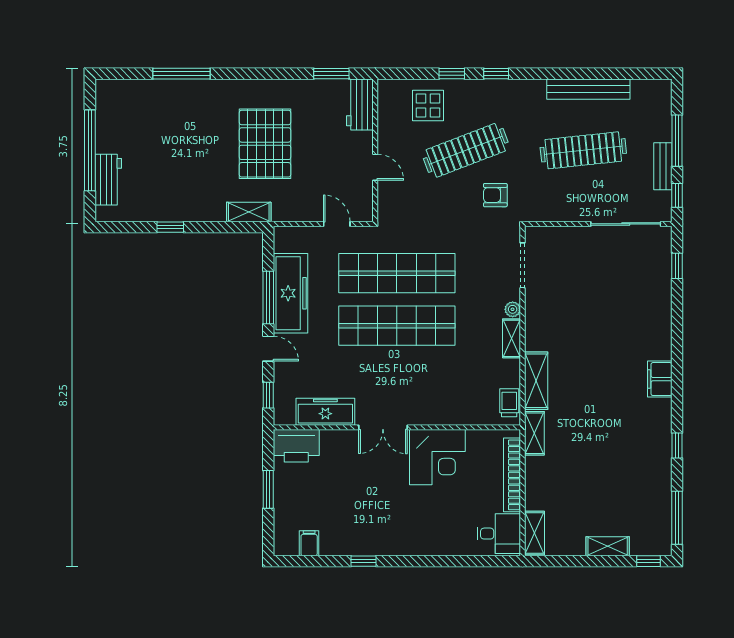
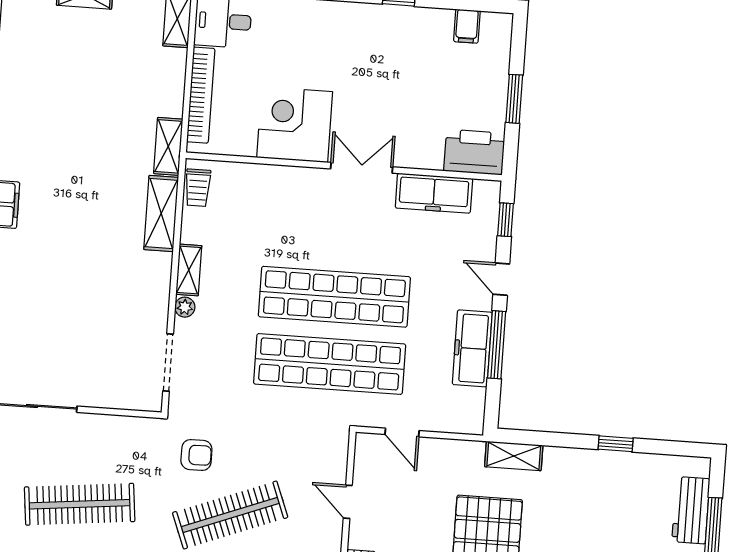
freezer: (291, 293) -> (472, 348), width x0.73, depth x0.79

